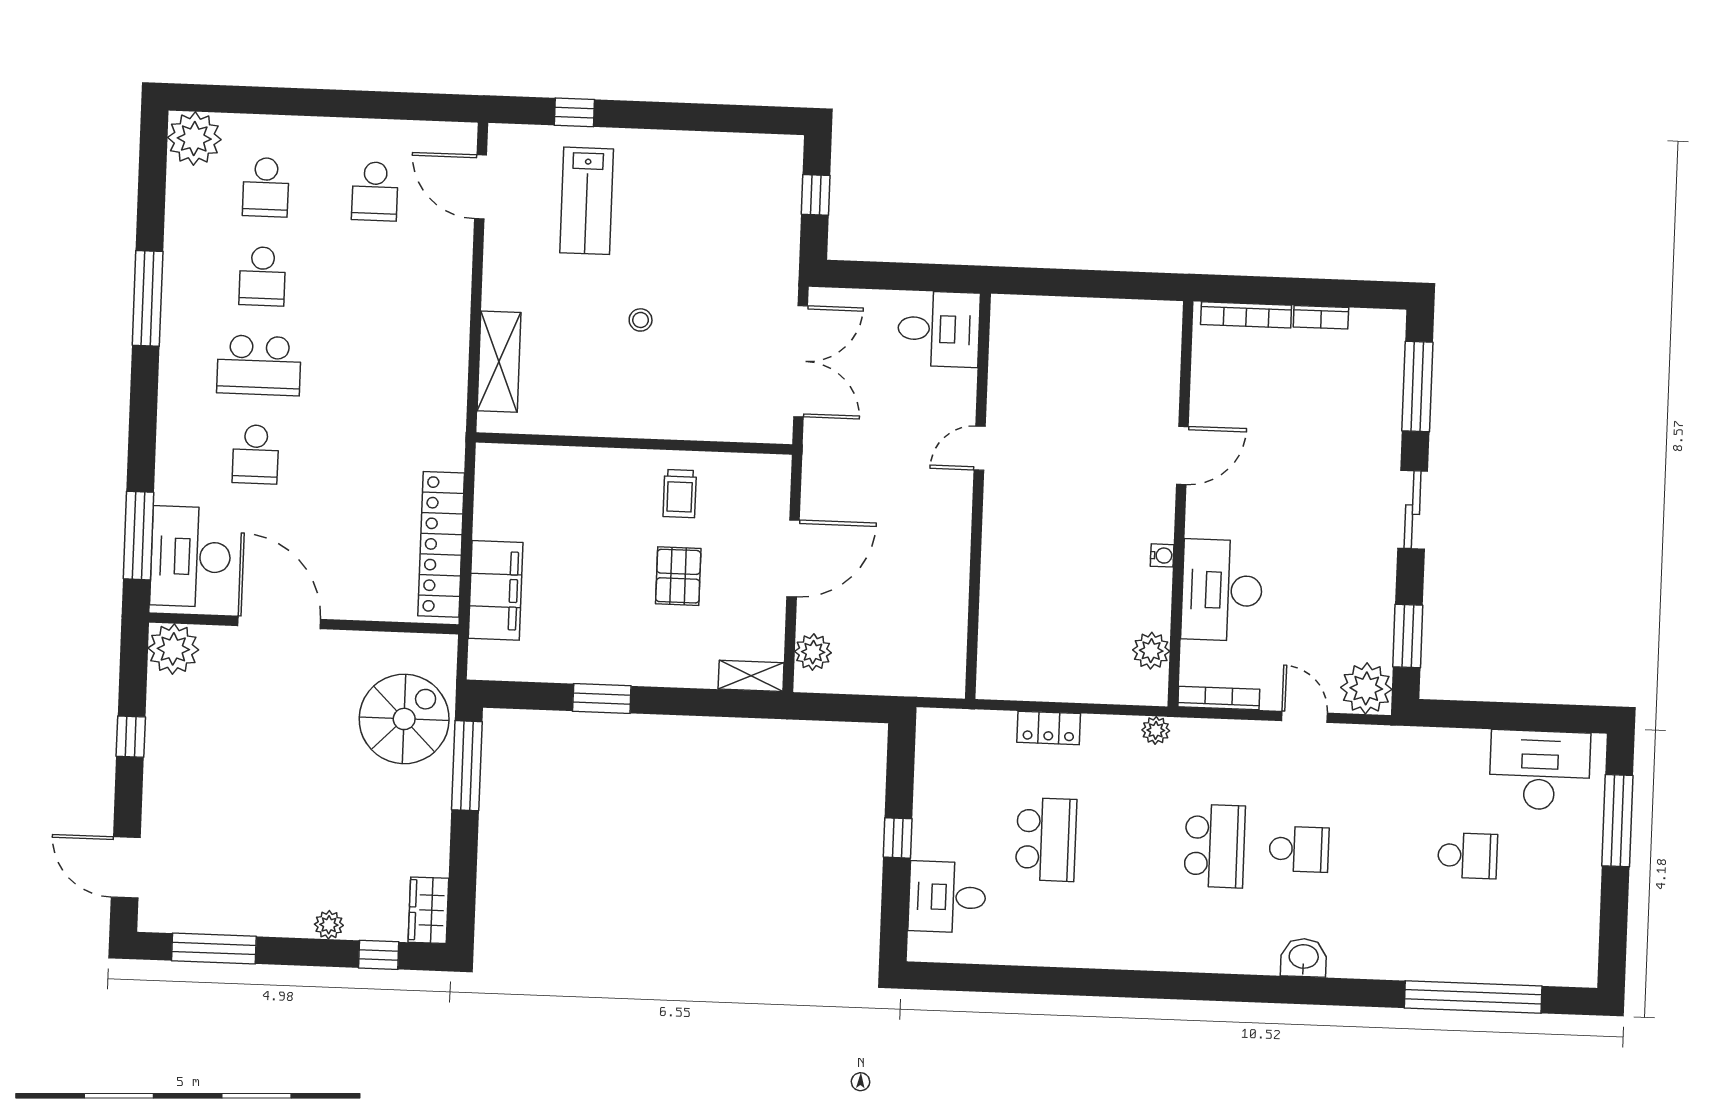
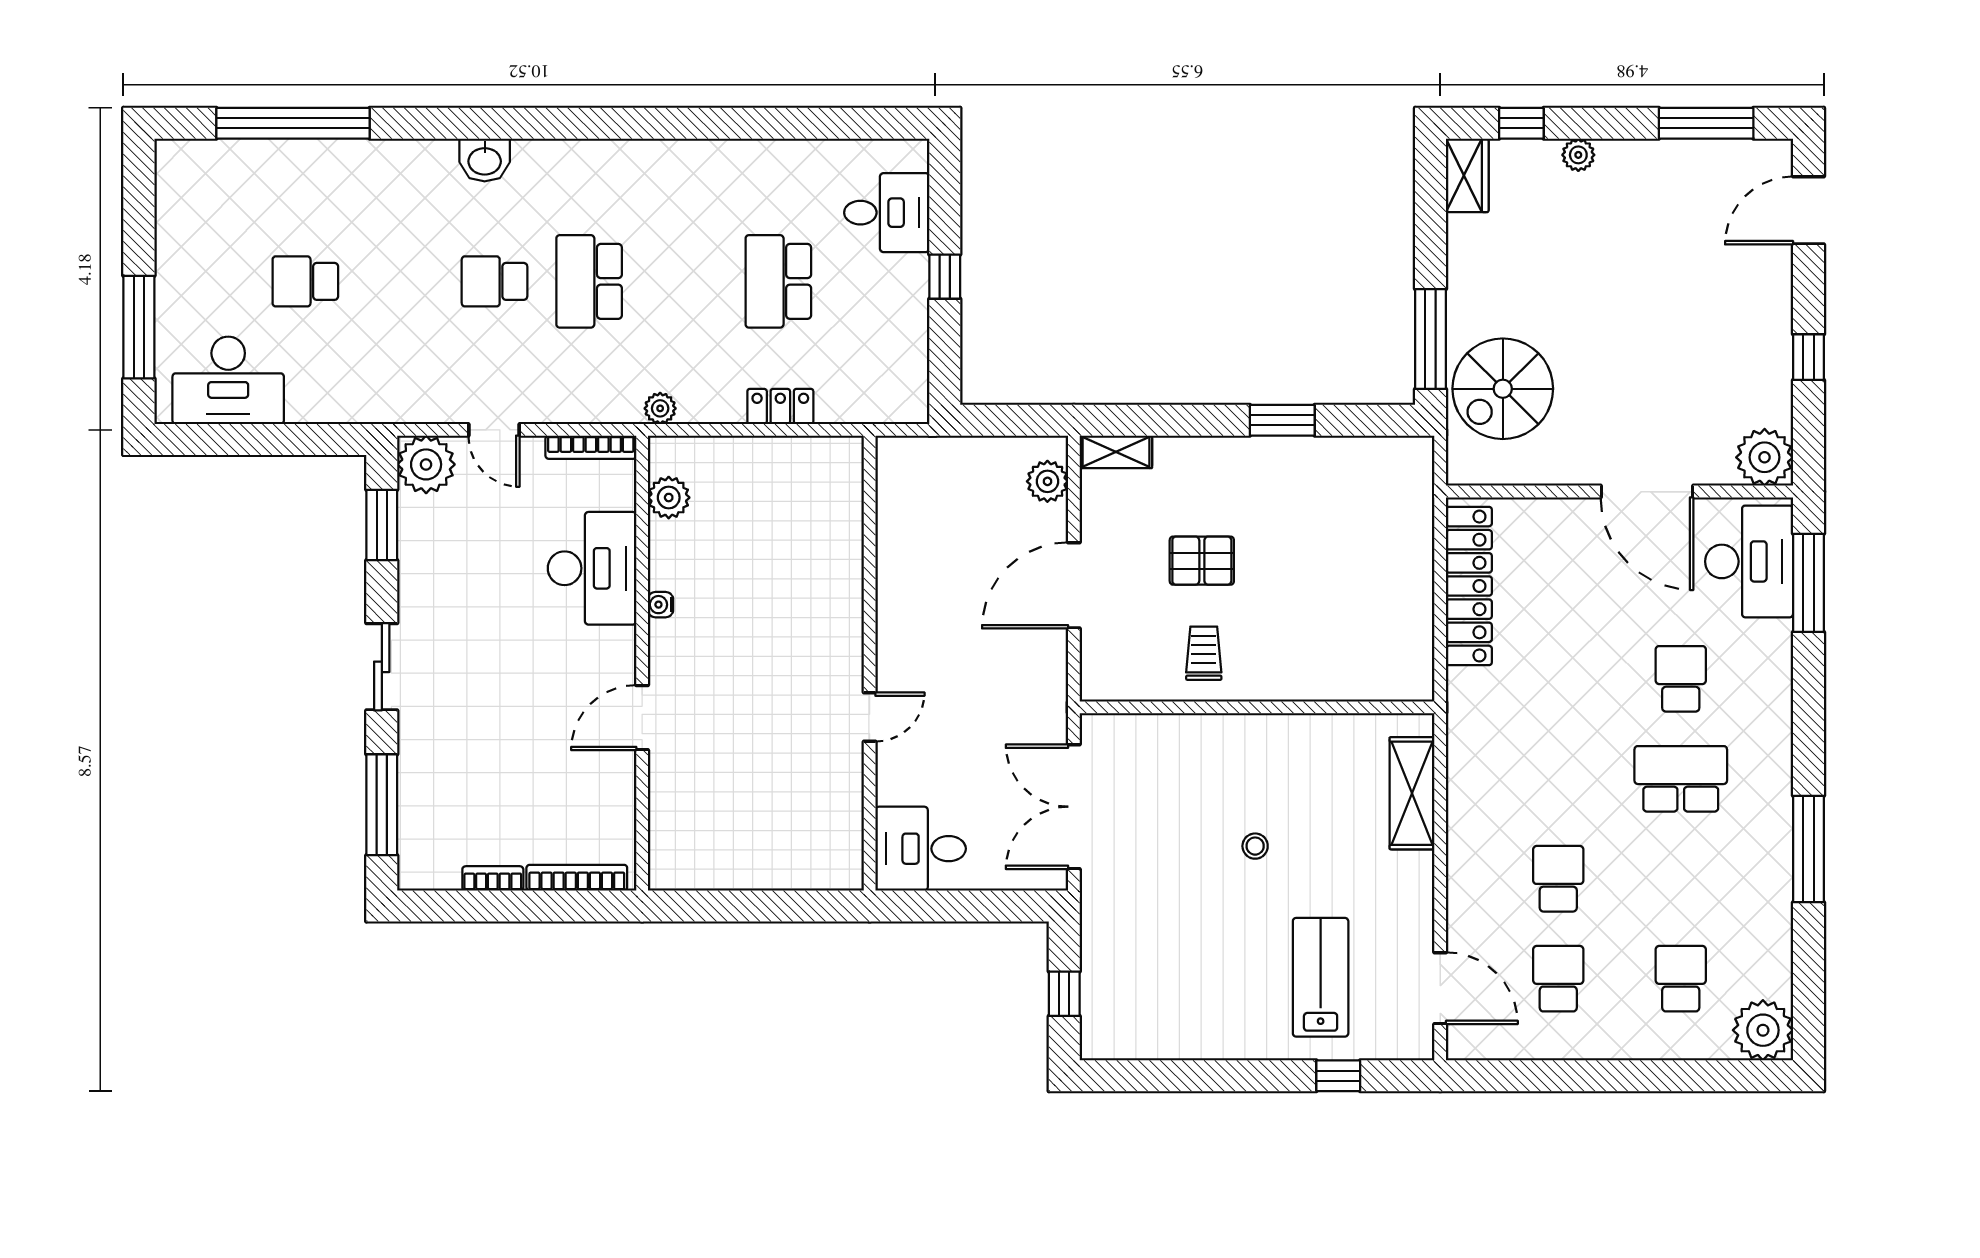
school desk: (262, 276) -> (1558, 879), moved
pallet: (678, 576) -> (1202, 561), turned 90
filing cabinet: (496, 590) -> (1406, 537), removed
door: (126, 867) -> (1808, 210), swing flipped

